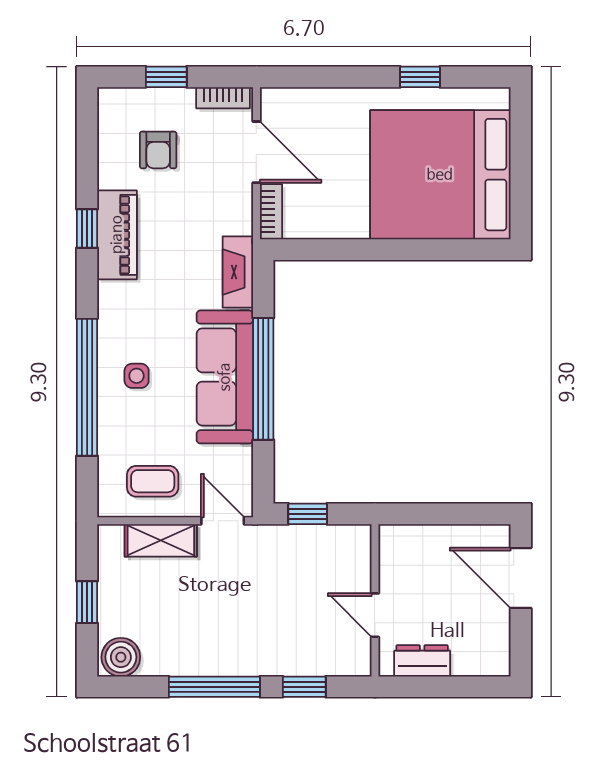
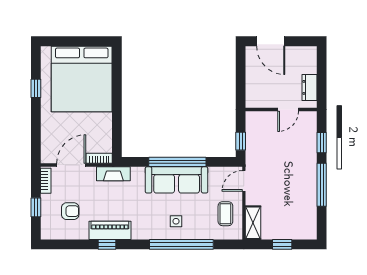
fireplace: (238, 272) -> (113, 174), moved
shelving: (161, 540) -> (253, 223), moved
door: (521, 578) -> (271, 41), hinge flipped
boiler: (121, 657) -> (308, 229), removed

